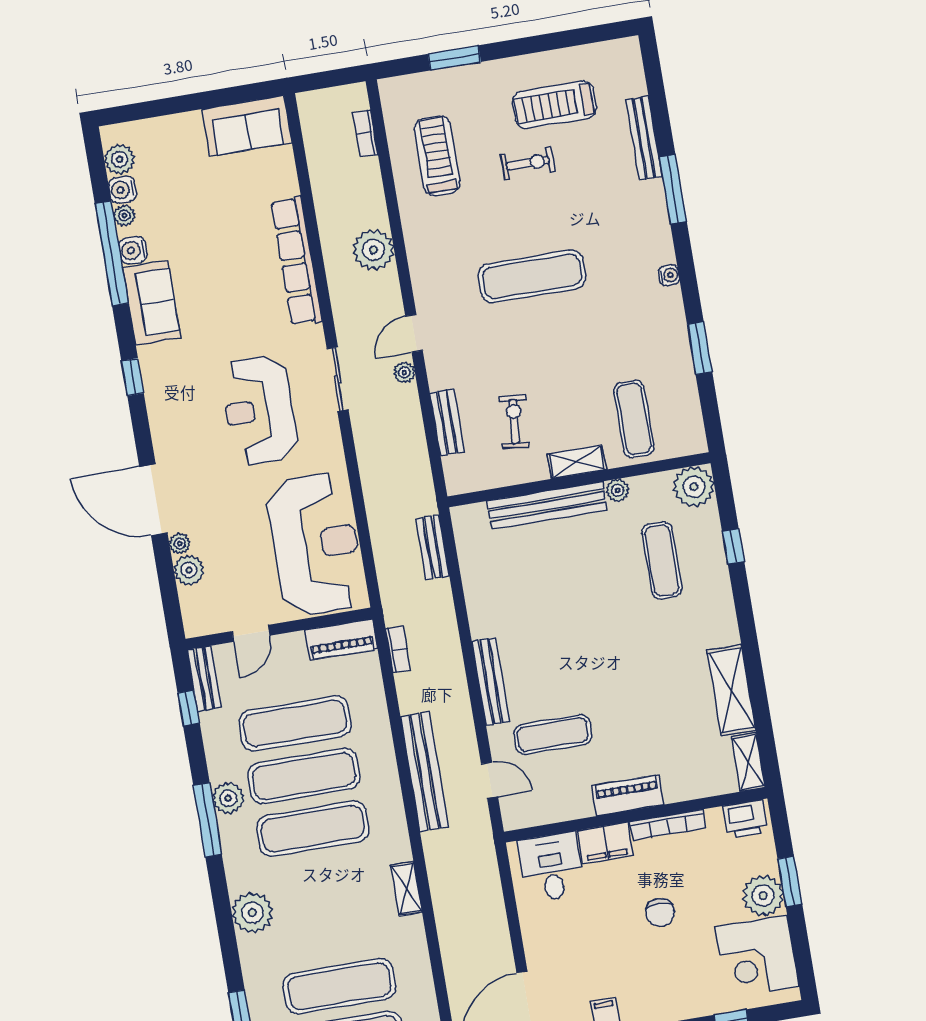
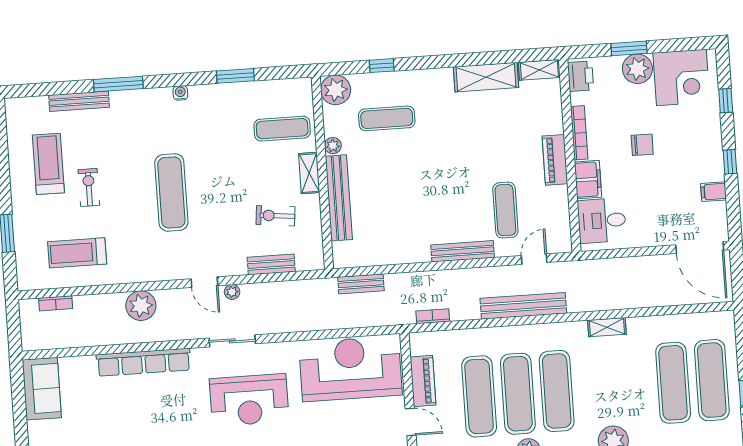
treadmill: (555, 105) -> (48, 164), turned 180
piano: (341, 639) -> (423, 381), moved

